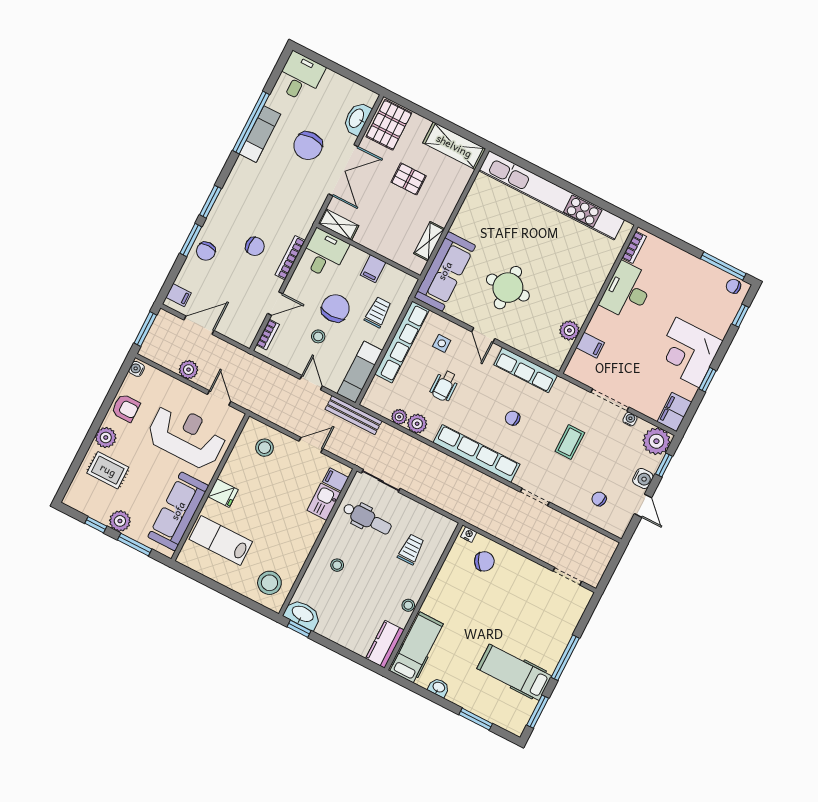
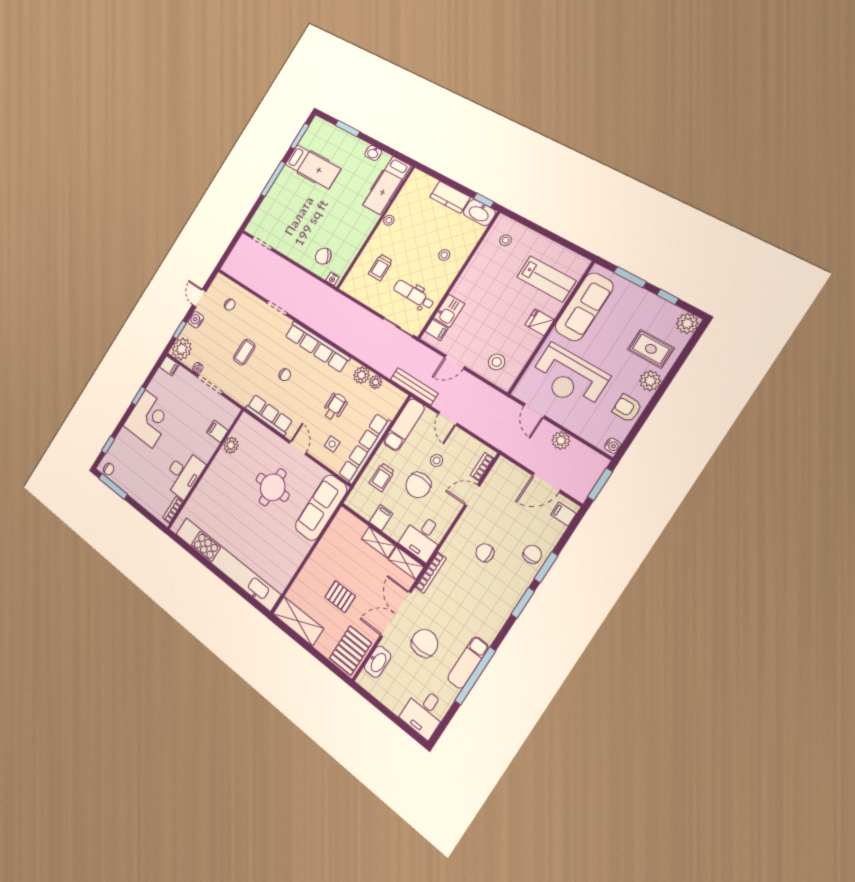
shelving: (429, 241) -> (378, 542), moved, turned 90
bookcase: (290, 258) -> (431, 573), moved
filing cabinet: (674, 412) -> (169, 366), width x0.50
plant: (120, 521) -> (687, 323), moved
stool: (269, 583) -> (506, 240), width x0.53, depth x0.53
kitchen counter: (385, 644) -> (450, 197), moved, turned 90

